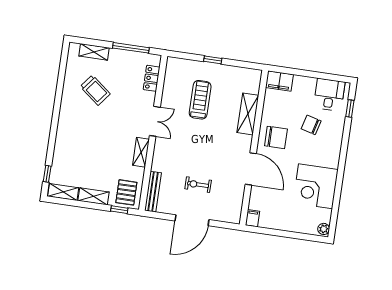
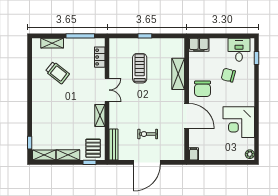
chair: (276, 137) -> (203, 89), turned 90

